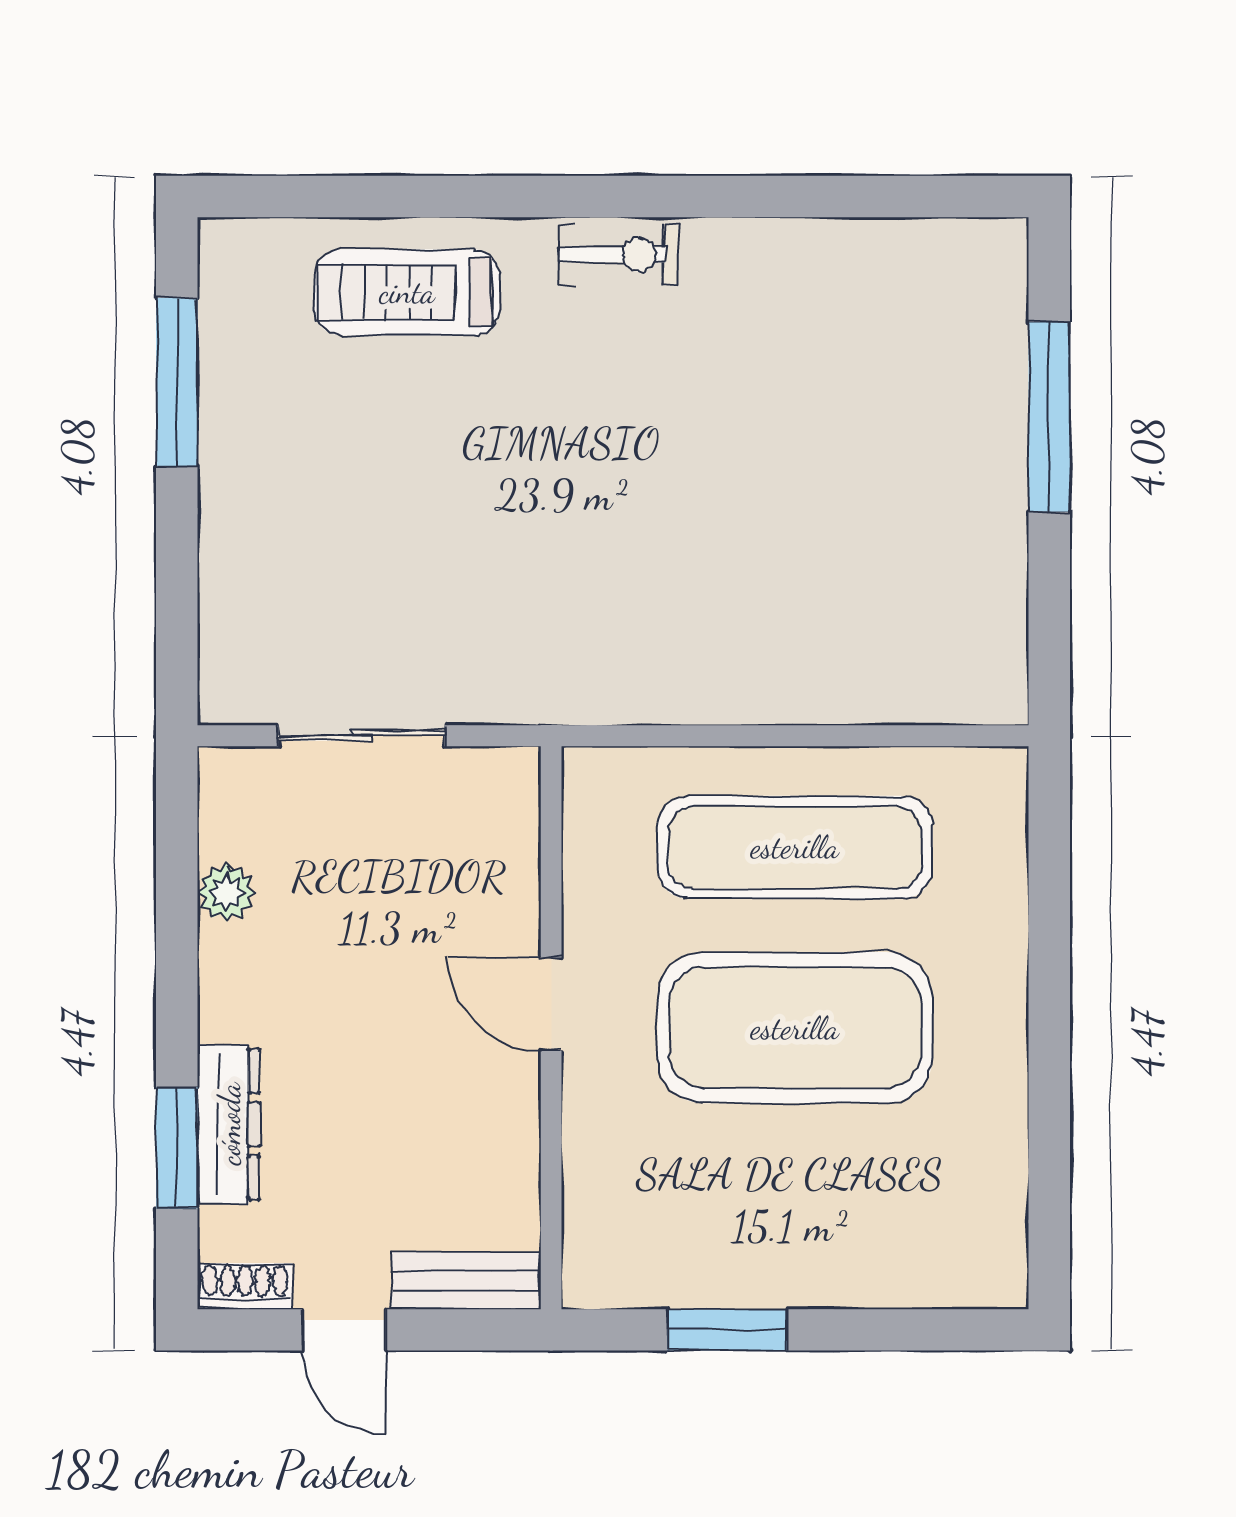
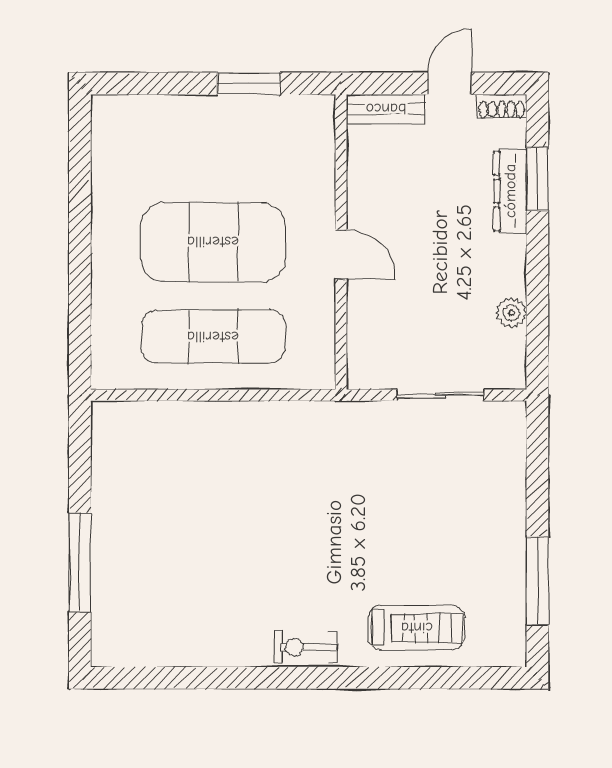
door: (344, 1330) -> (450, 84), hinge flipped

